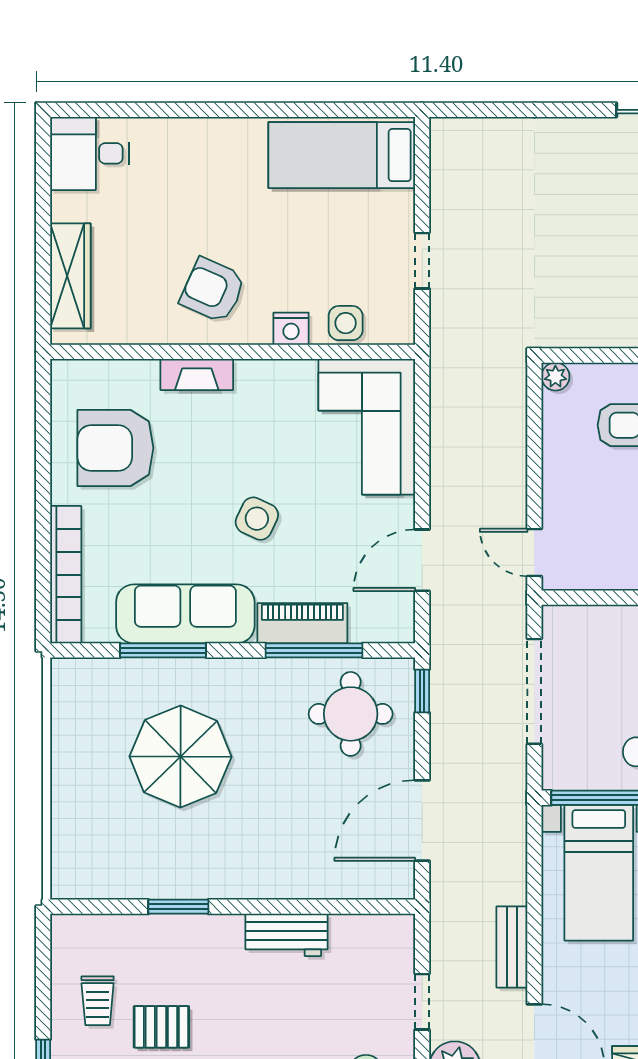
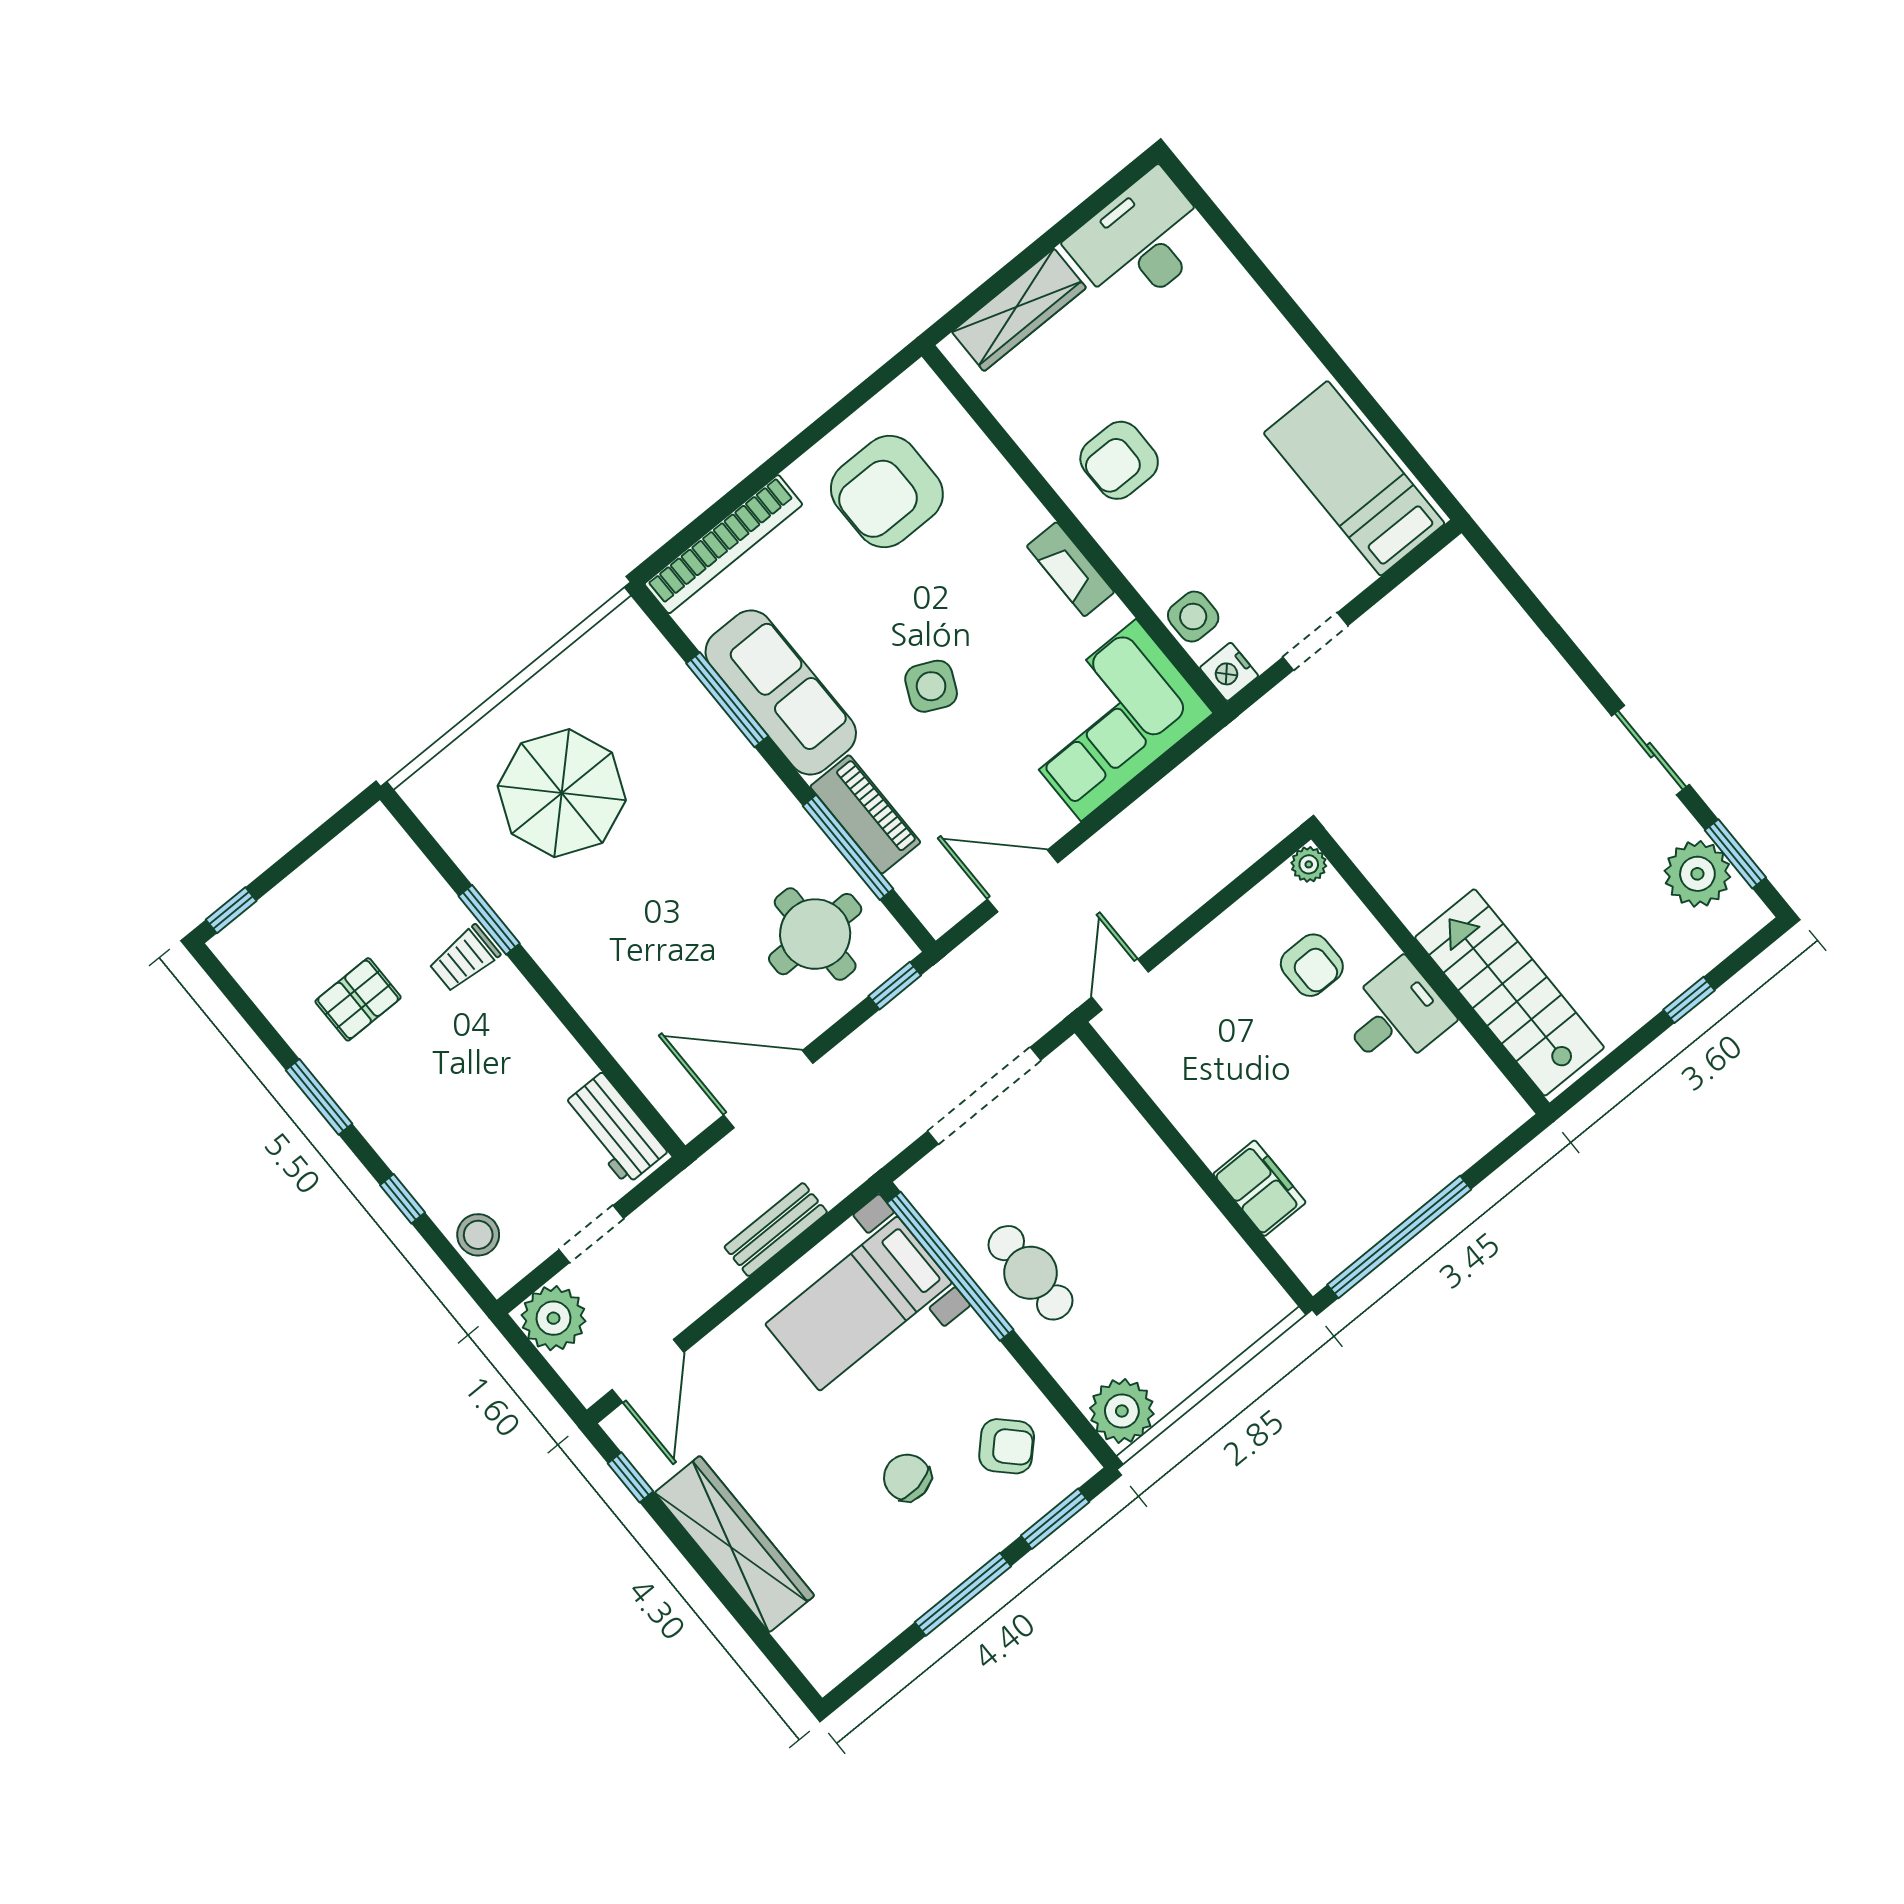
desk: (90, 153) -> (1141, 242), width x1.37
armchair: (213, 290) -> (1119, 460), turned -114
nightstand: (291, 329) -> (1229, 672), moved
fireplace: (197, 375) -> (1070, 569), moved
armchair: (115, 448) -> (887, 491), turned -90
parasol: (181, 757) -> (562, 793), moved
workbench: (287, 935) -> (614, 1129), moved
bench: (512, 947) -> (776, 1230), moved
trolley: (98, 1001) -> (464, 959), moved
pallet: (161, 1027) -> (358, 999), turned 90

